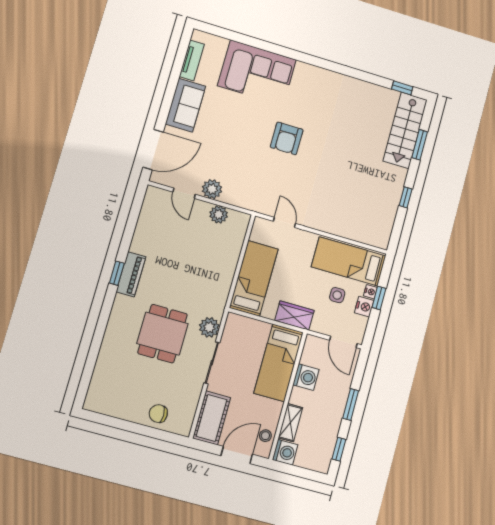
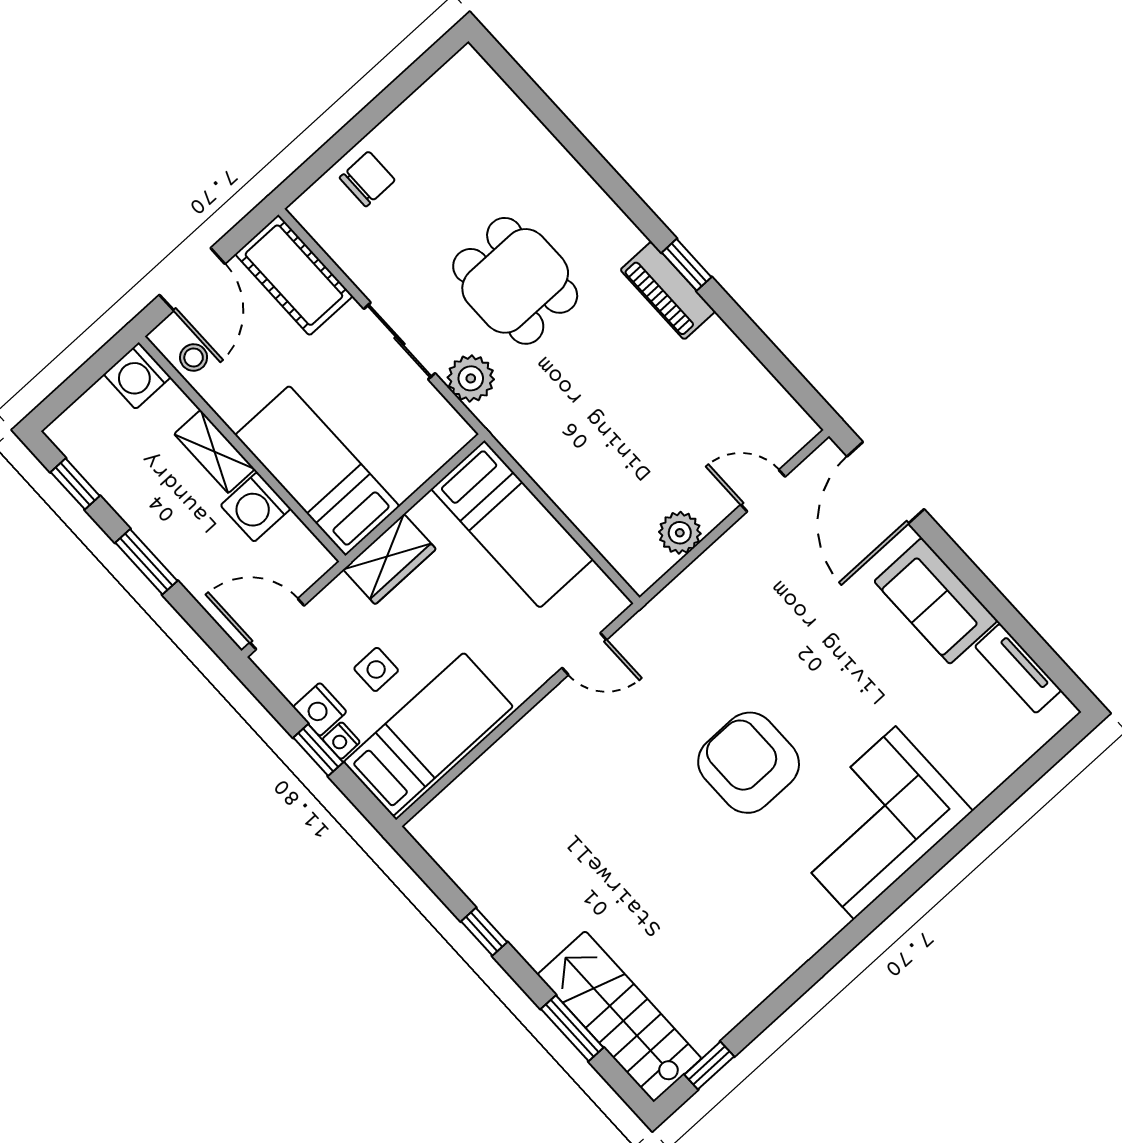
corner sofa: (257, 73) -> (875, 823), moved
armchair: (287, 138) -> (749, 763), width x1.36, depth x1.36
plant: (212, 189) -> (738, 551), removed
shelving: (290, 423) -> (214, 452), moved

